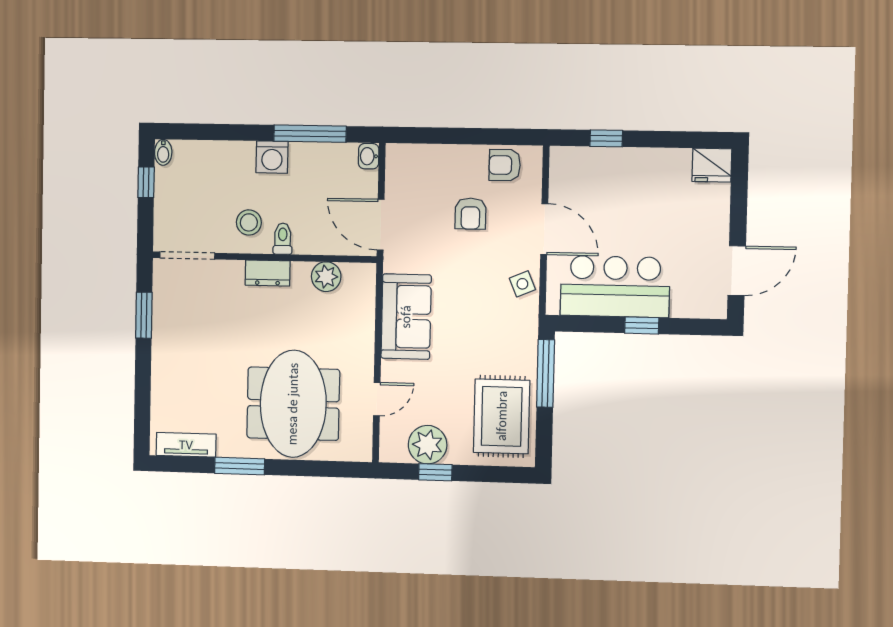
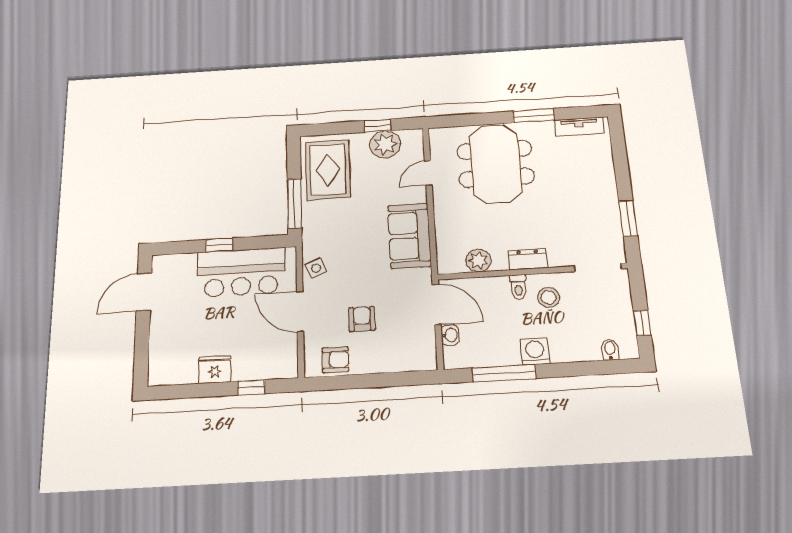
bidet: (163, 152) -> (610, 350), moved
washbasin: (369, 156) -> (450, 335), moved
fridge: (712, 165) -> (215, 369), moved

